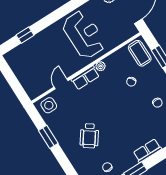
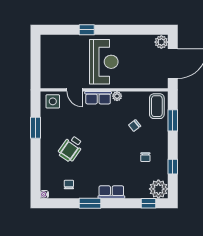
window: (25, 35) -> (87, 30), moved
reception desk: (84, 35) -> (104, 62), moved
door: (61, 84) -> (74, 90), swing flipped

